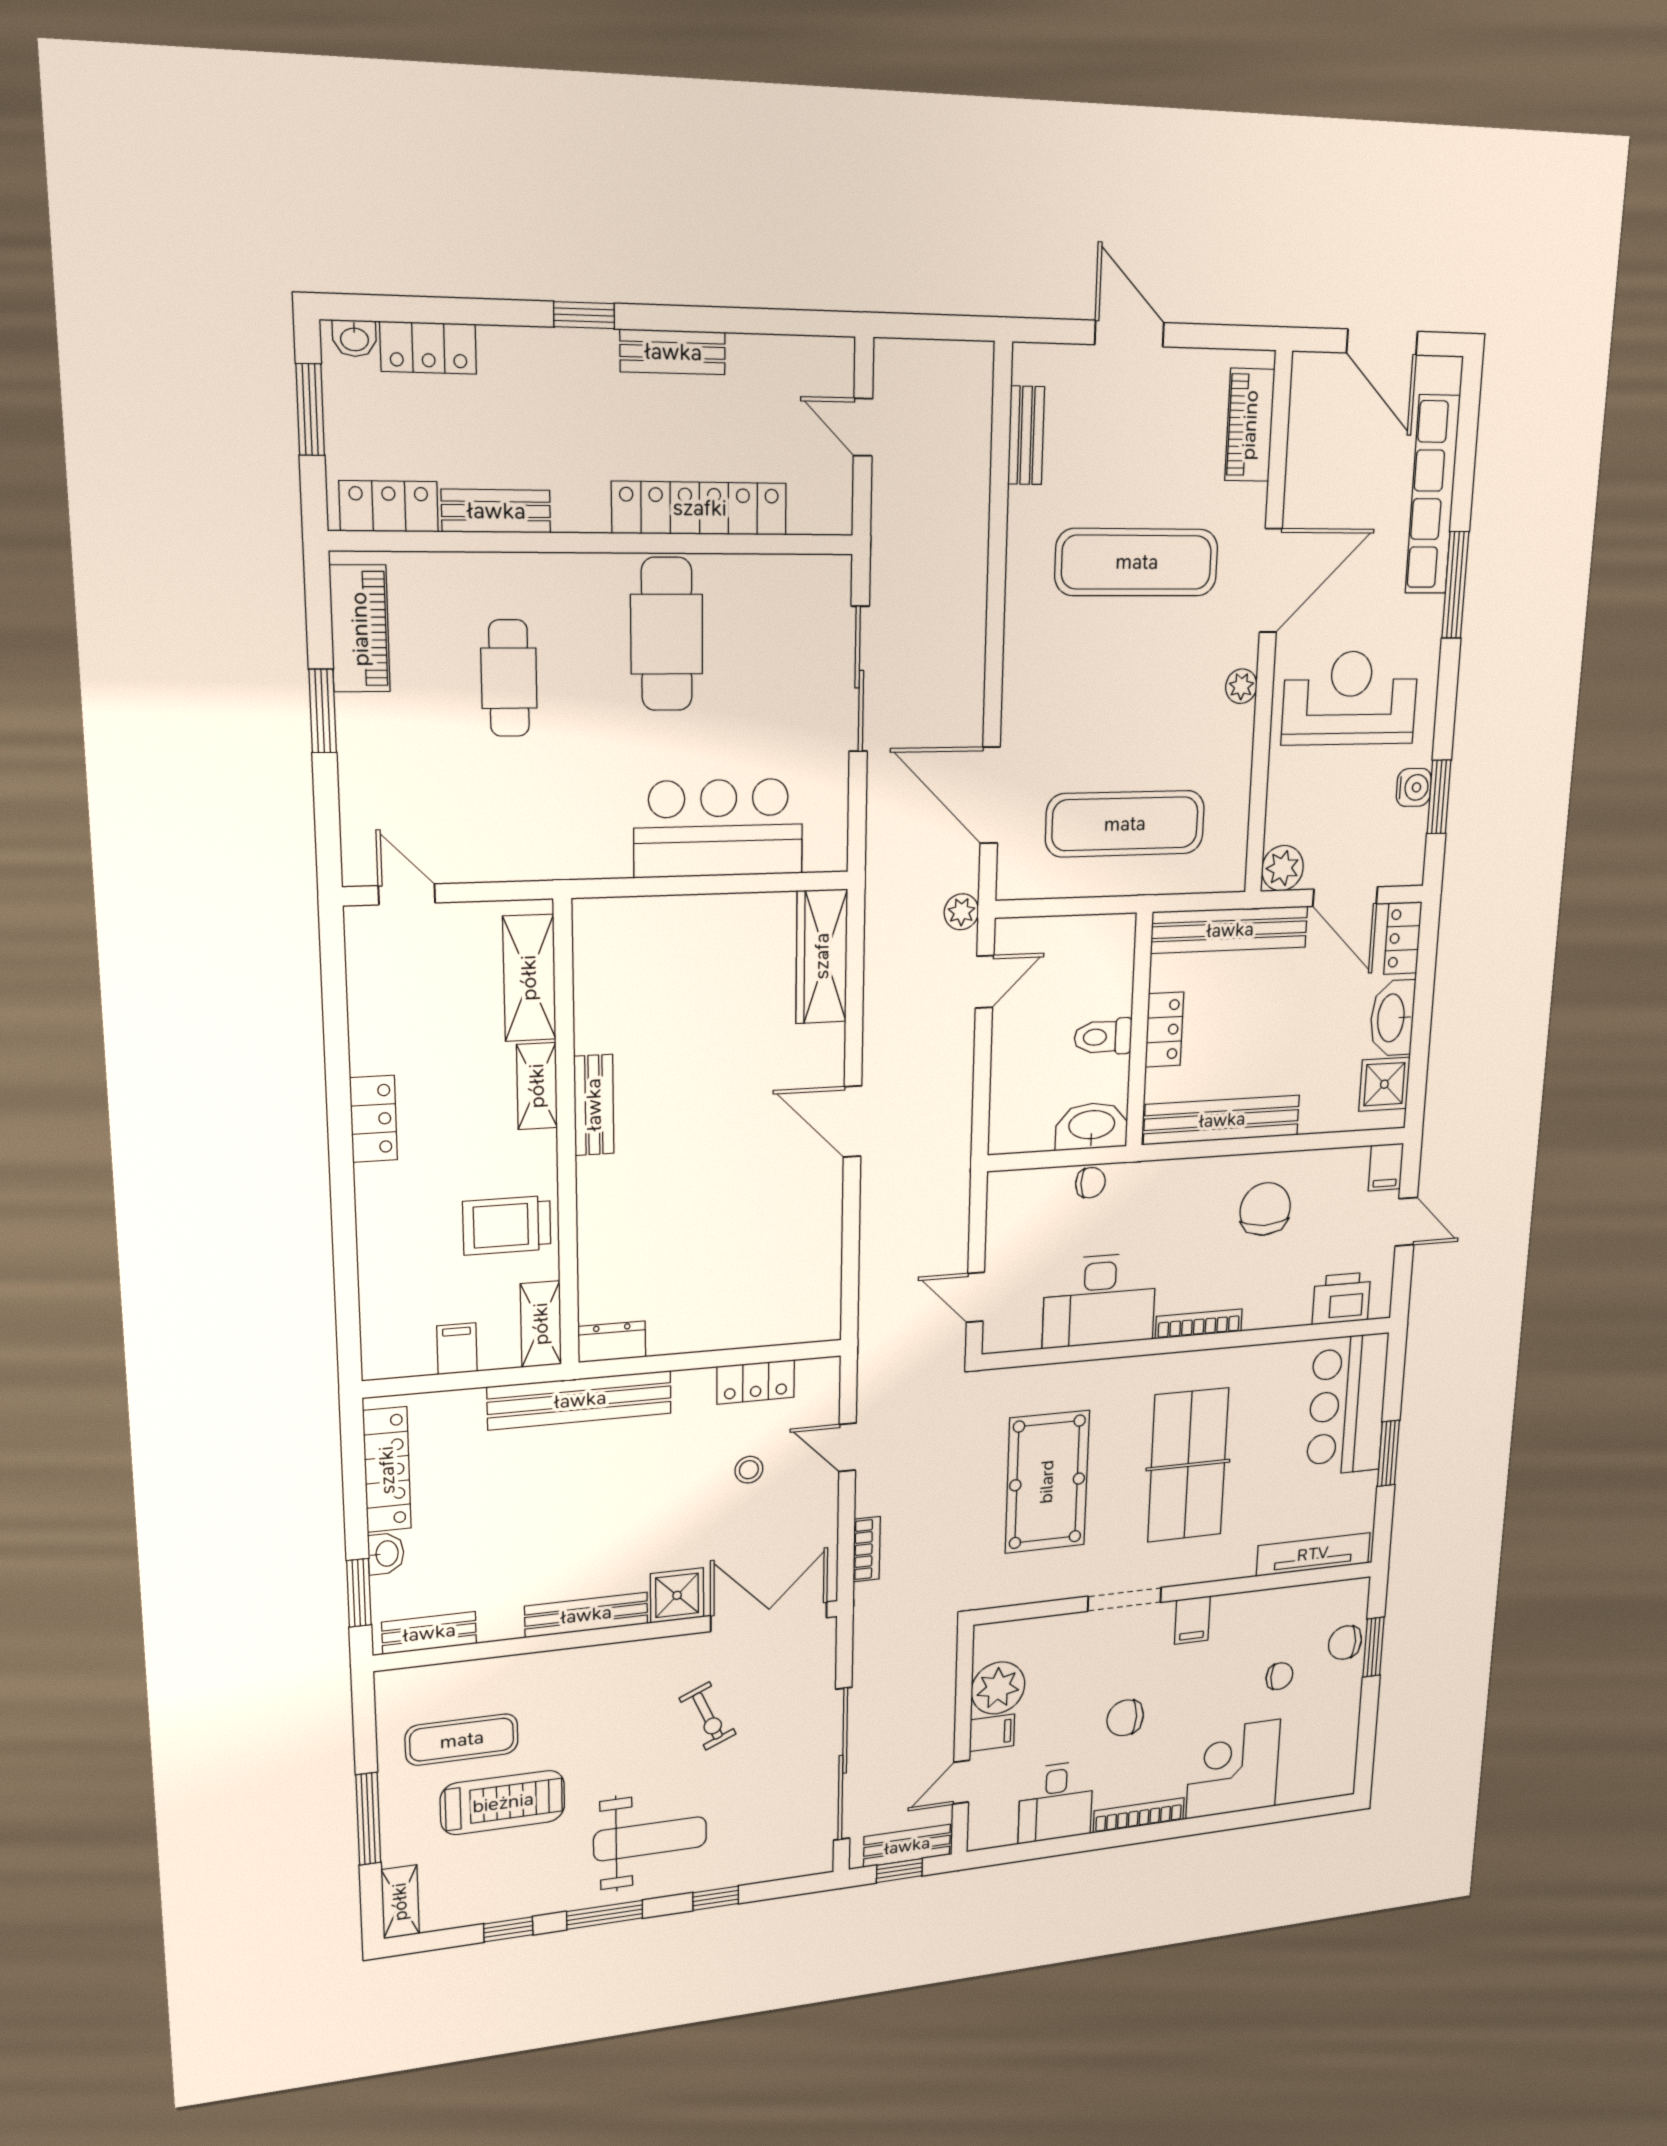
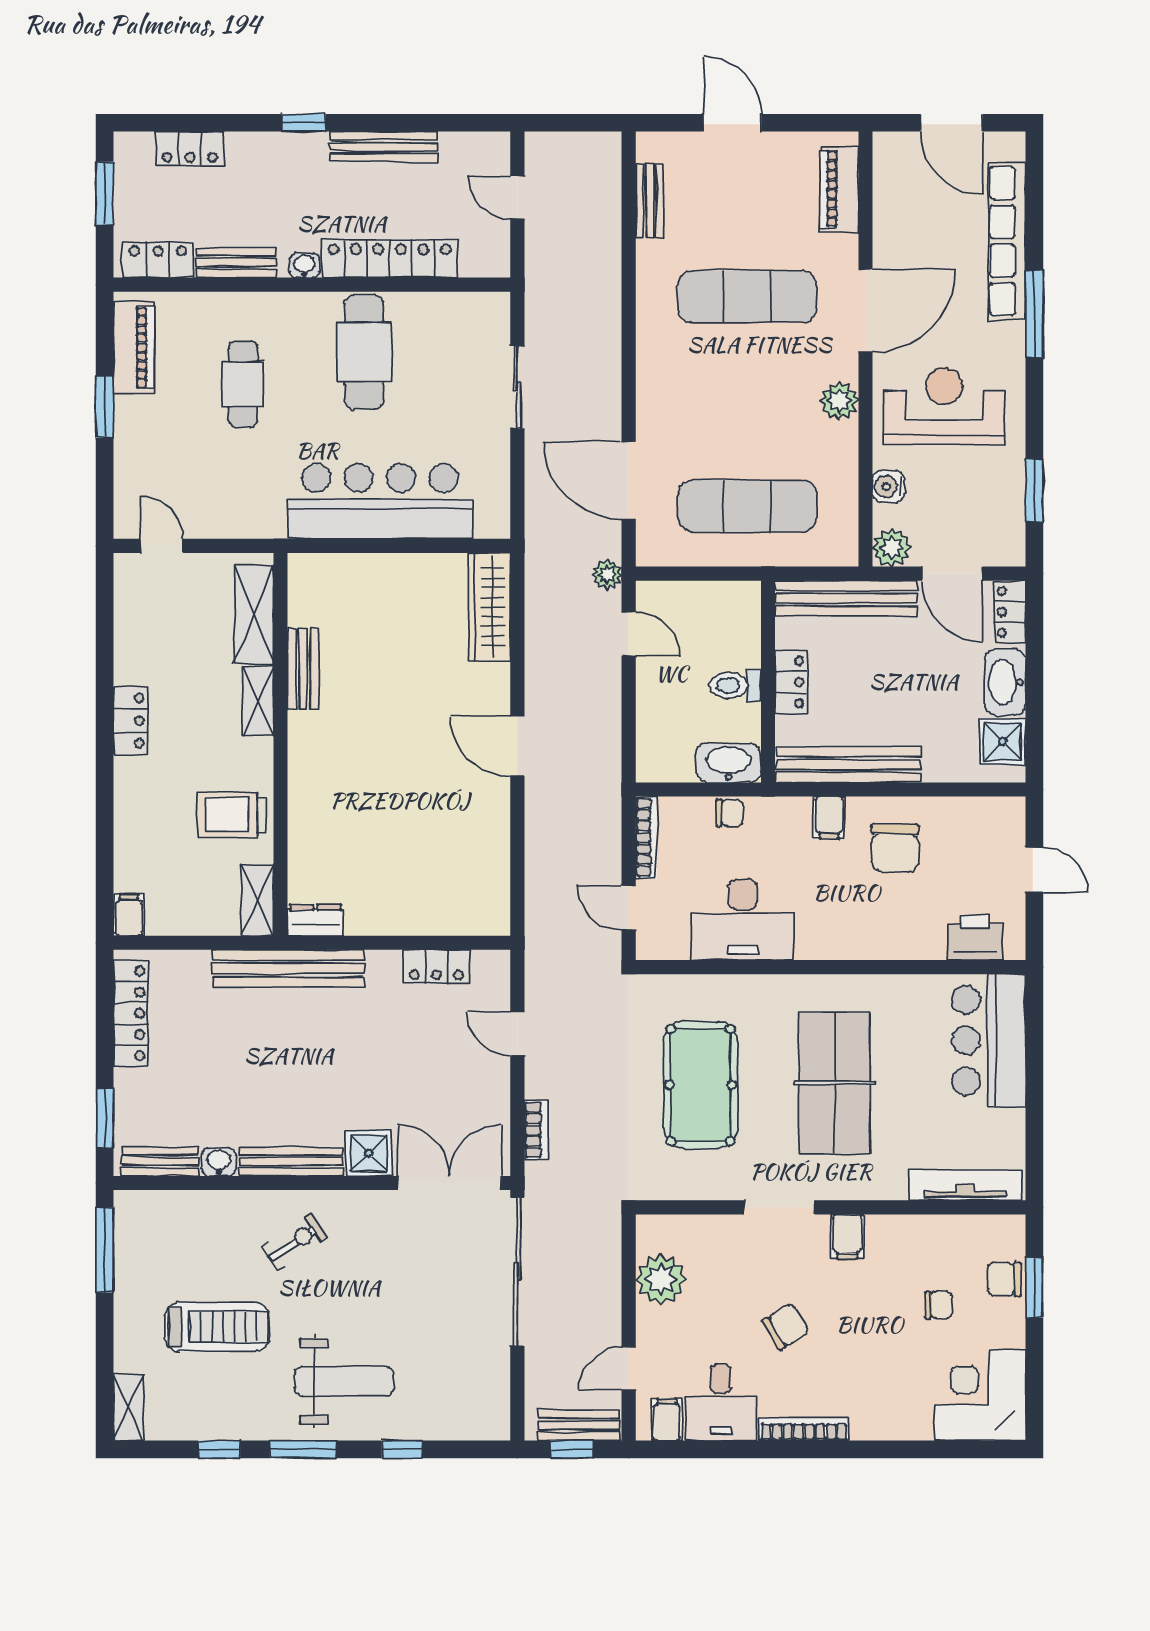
washbasin: (354, 338) -> (304, 265), moved, turned 180
bench: (673, 352) -> (384, 147), width x1.36
sliding door: (859, 679) -> (517, 387), width x0.73
plant: (1241, 686) -> (839, 401), width x1.38, depth x1.38
water cooler: (1414, 787) -> (888, 486), moved, turned 180
bar counter: (719, 828) -> (380, 501), width x1.36
door: (985, 982) -> (629, 634), hinge flipped
bench: (594, 1105) -> (303, 669), moved
filing cabinet: (1386, 1167) -> (829, 818), moved
chair: (1265, 1209) -> (895, 848), turned 180
bookcase: (1199, 1324) -> (646, 837), moved, turned 90
filing cabinet: (457, 1349) -> (129, 915), moved
window: (1388, 1453) -> (1034, 1092), removed
stool: (749, 1470) -> (431, 1045), removed
washbasin: (386, 1554) -> (219, 1162), moved, turned -90
exercise bike: (708, 1716) -> (295, 1242), moved, turned -100
chair: (1125, 1718) -> (786, 1326), turned 148
filing cabinet: (992, 1733) -> (667, 1420), moved, turned -90
exercise mat: (462, 1740) -> (184, 1263), removed
sliding door: (843, 1764) -> (517, 1272), moved
corner desk: (1233, 1769) -> (980, 1395), moved
window: (368, 1819) -> (105, 1250), moved

